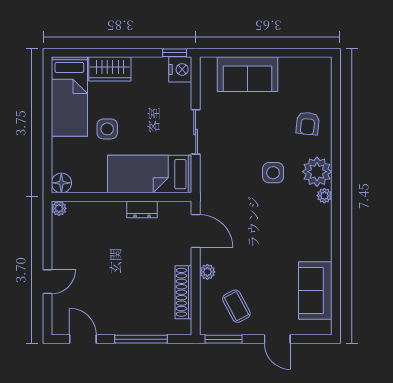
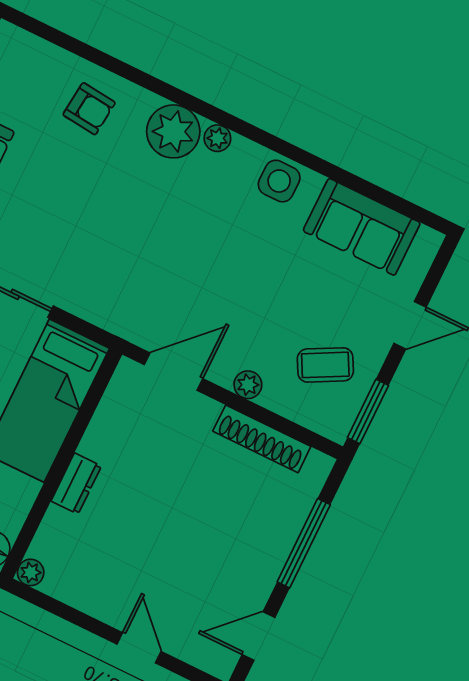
side table: (273, 173) -> (279, 181), moved
dresser: (142, 209) -> (76, 483), moved

